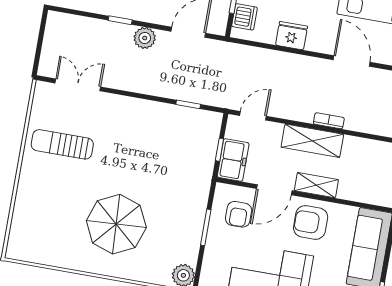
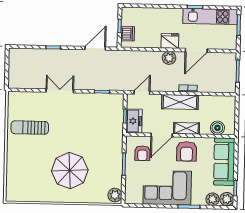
fridge: (292, 36) -> (170, 41), moved
plant: (145, 38) -> (169, 58), moved
door: (352, 61) -> (196, 50), swing flipped
double door: (78, 85) -> (60, 91), moved
boiler: (367, 192) -> (217, 128), added
armchair: (311, 222) -> (187, 151), turned -90

